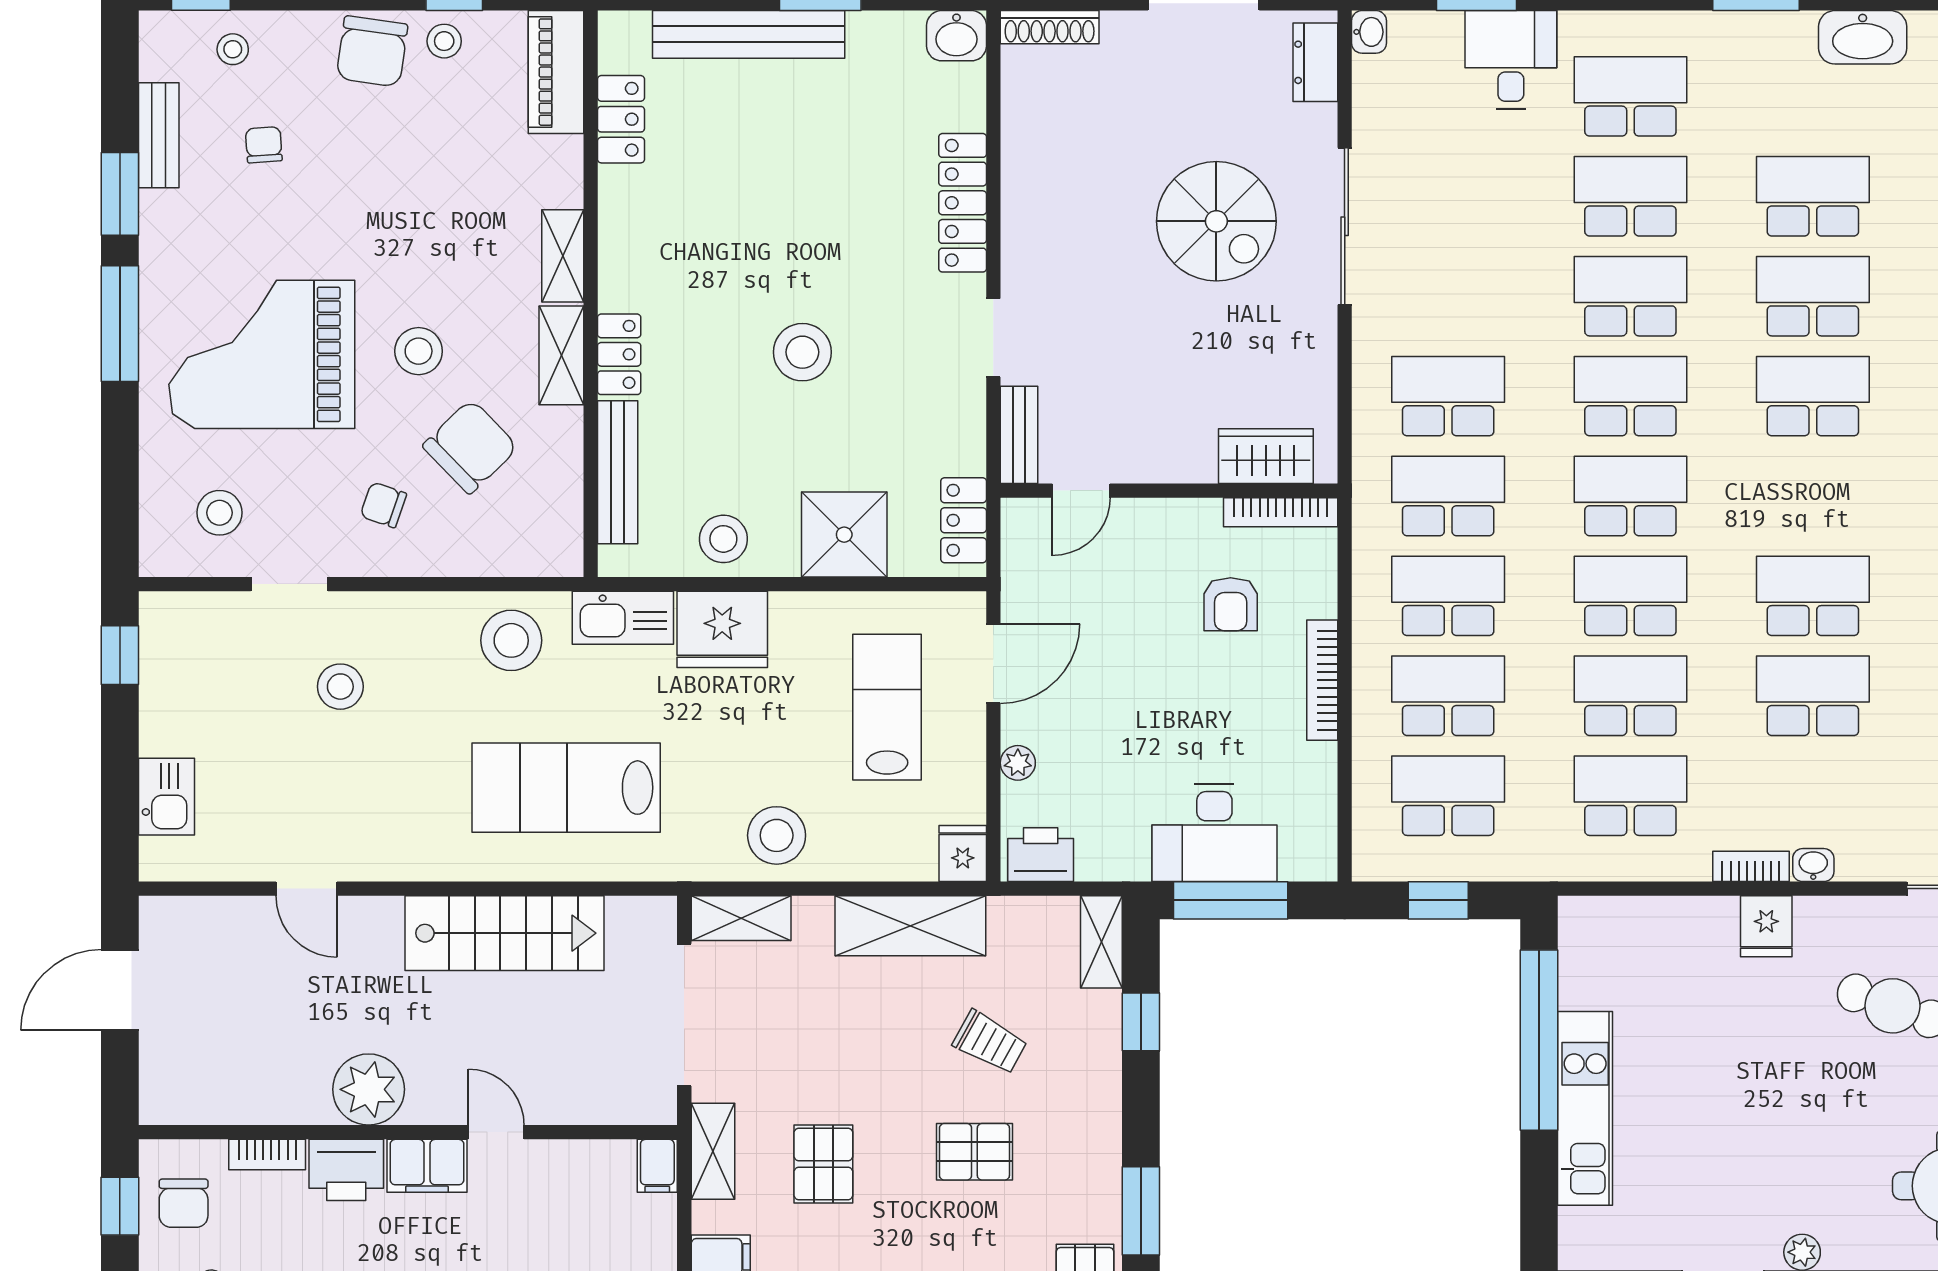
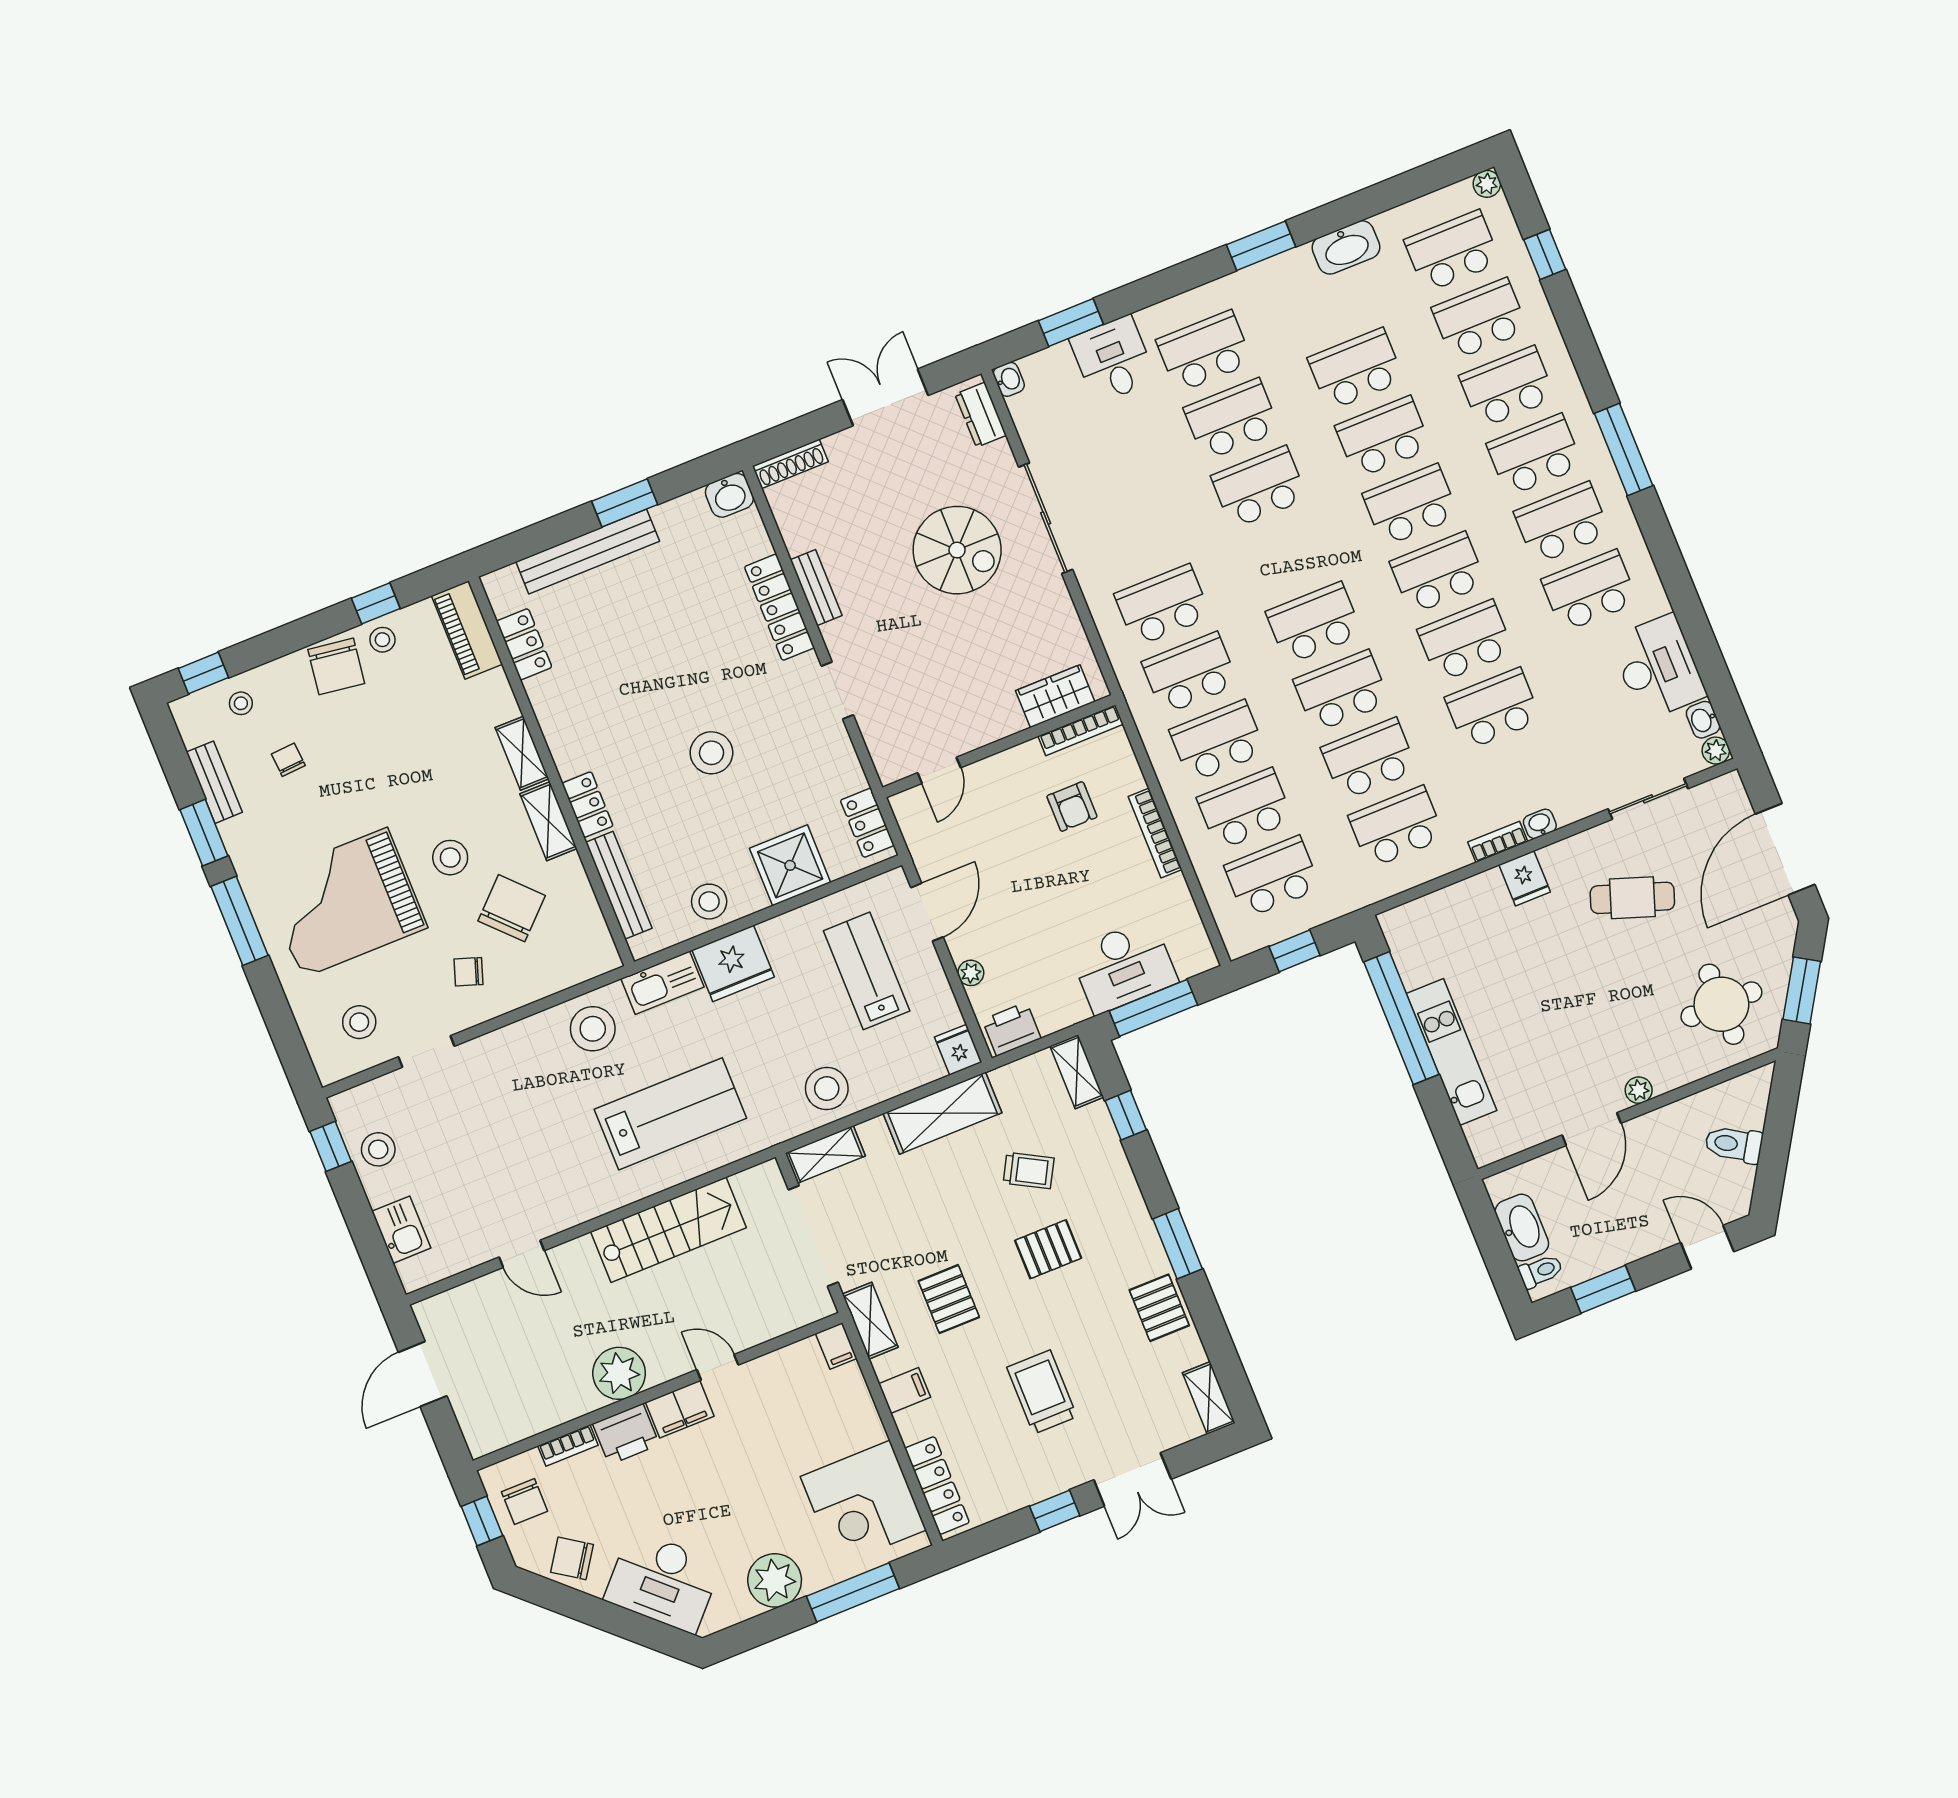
school desk: (1630, 396) -> (1438, 573), moved
bench: (1019, 435) -> (816, 588), moved
stool: (340, 687) -> (378, 1149), moved
lab bench: (566, 788) -> (670, 1114), turned 180

